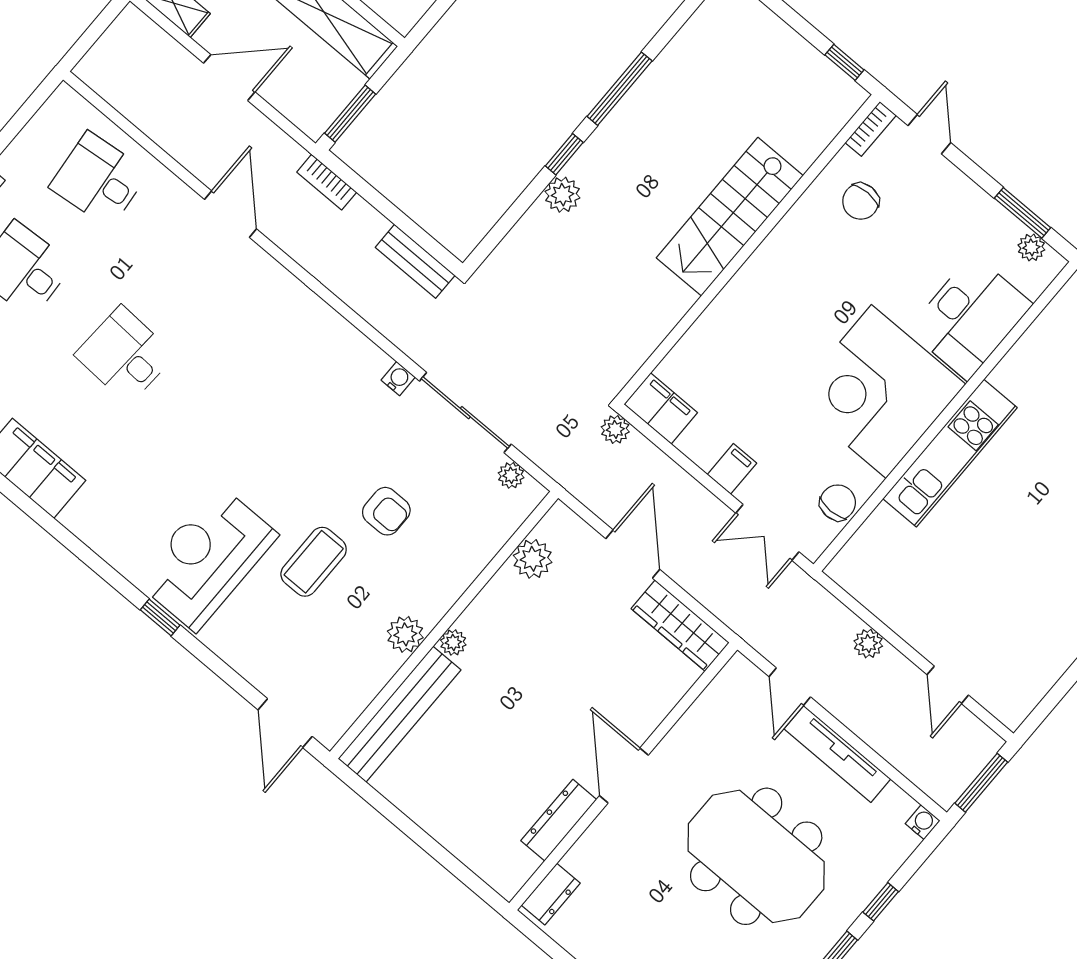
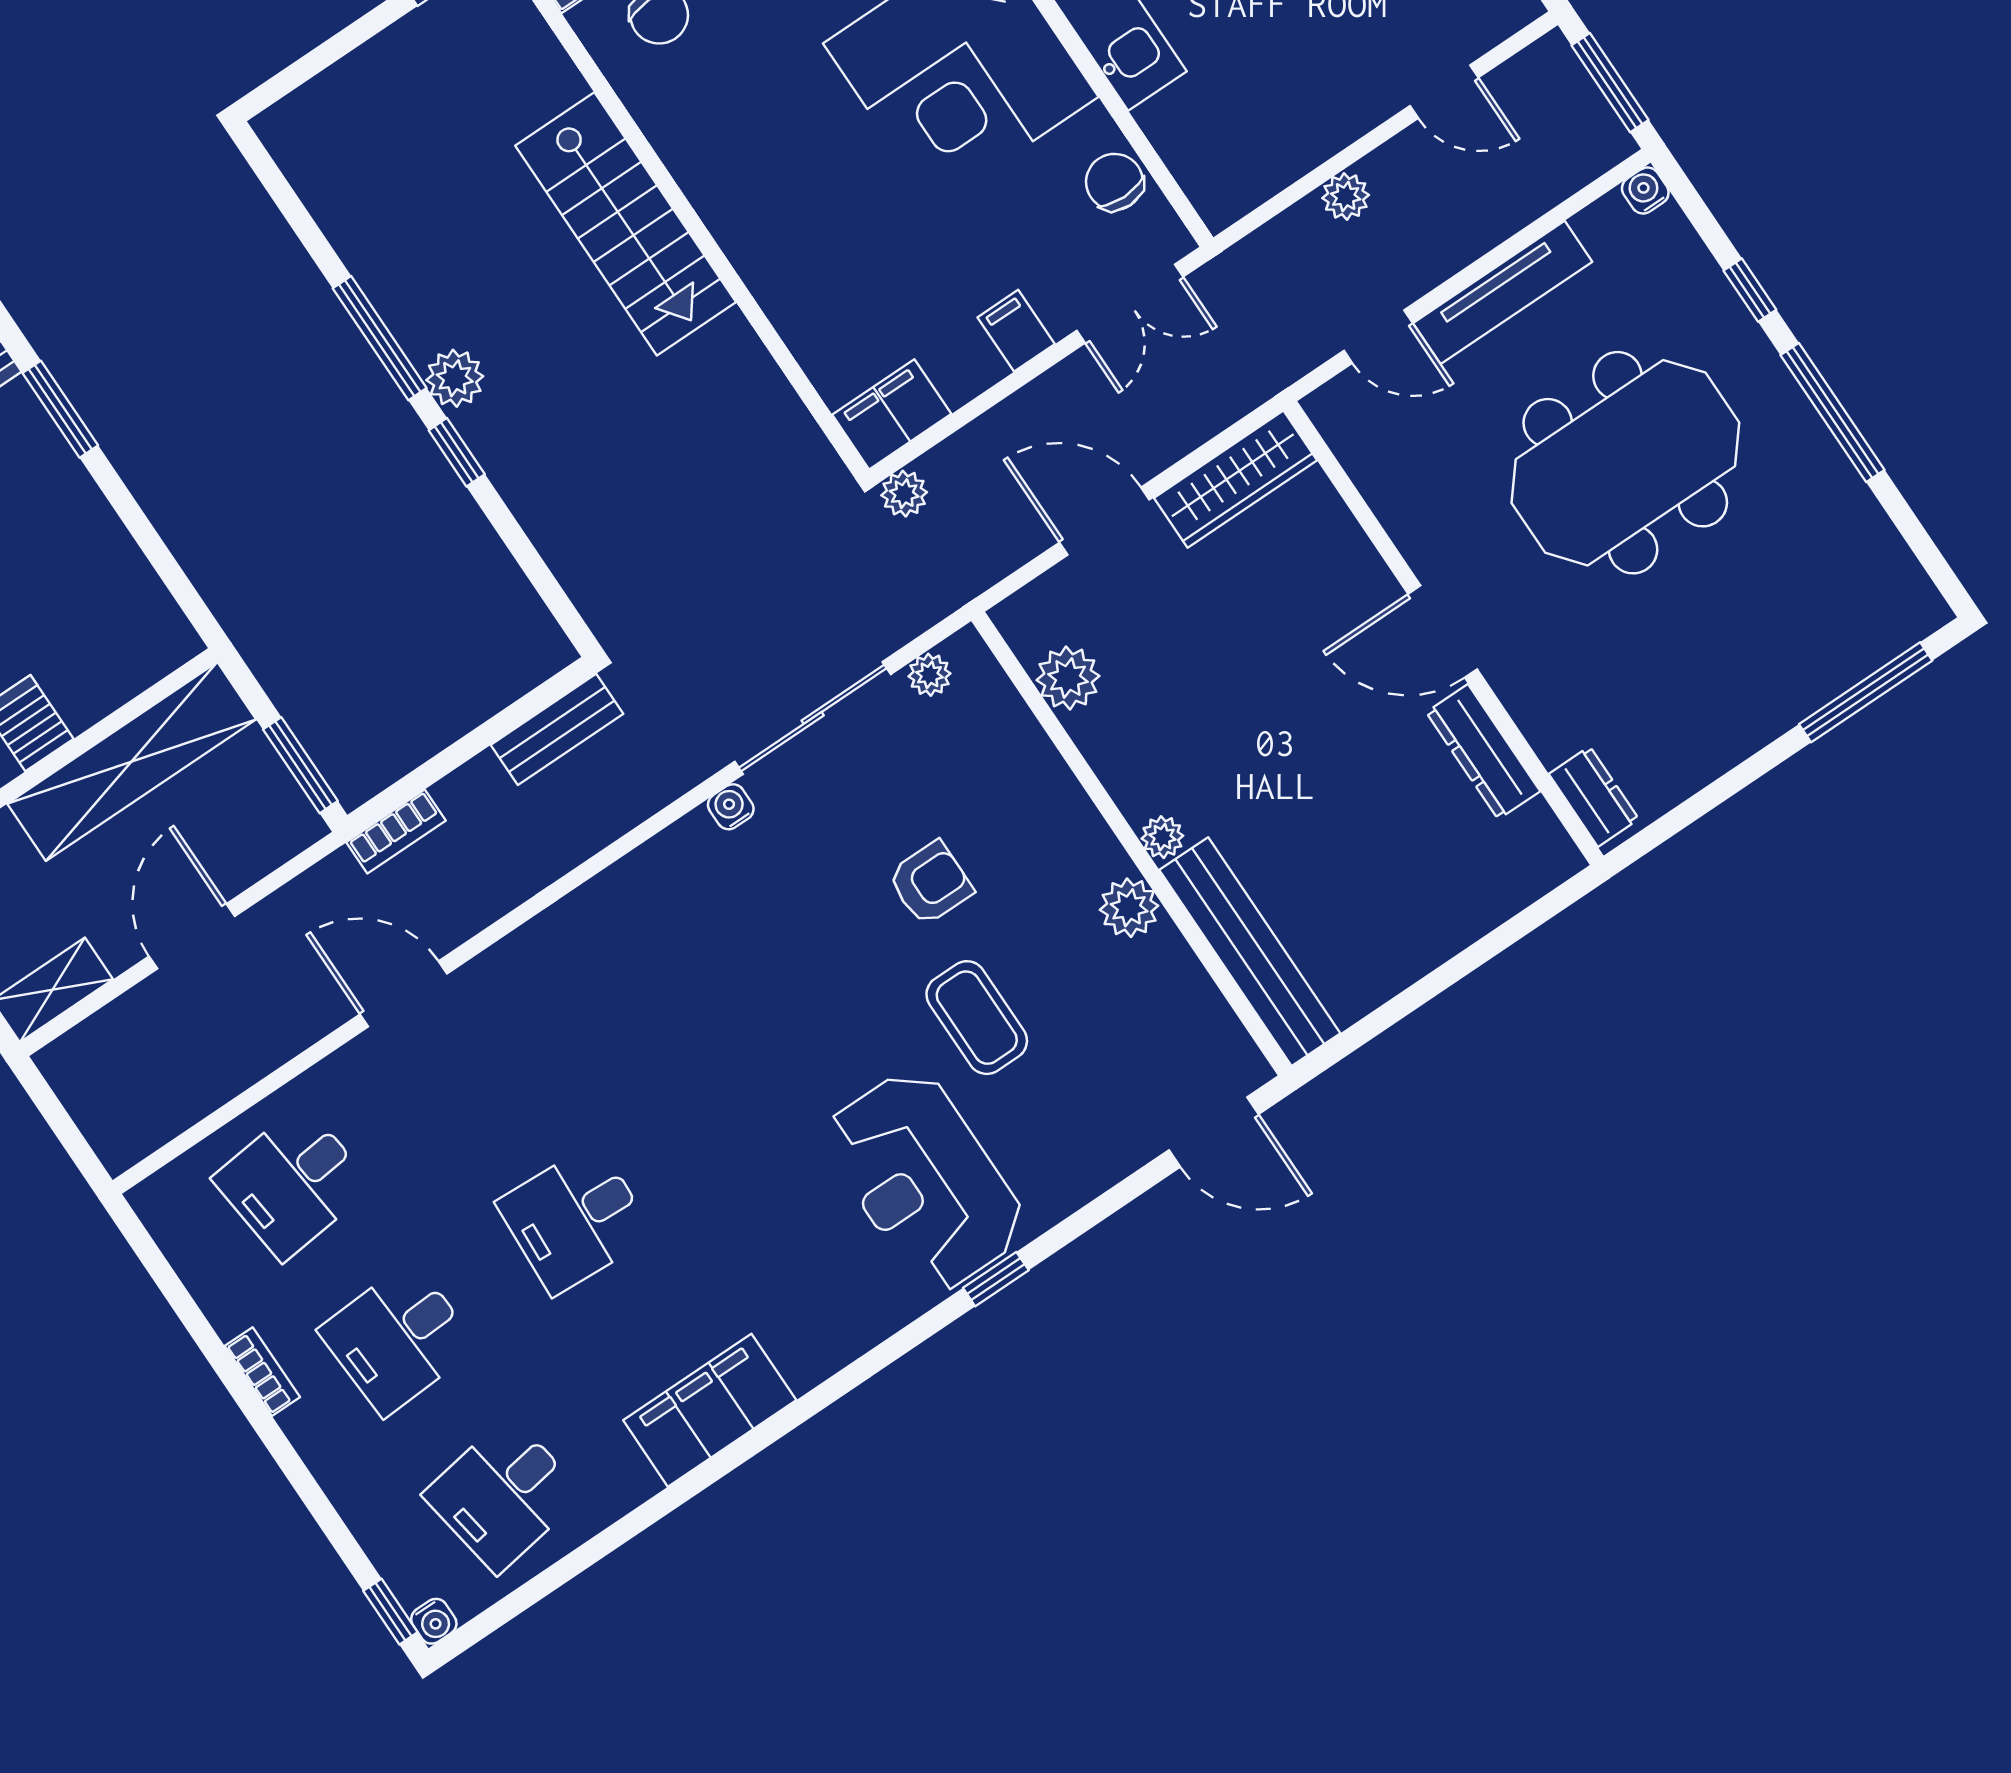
plant: (562, 195) -> (455, 378), moved

